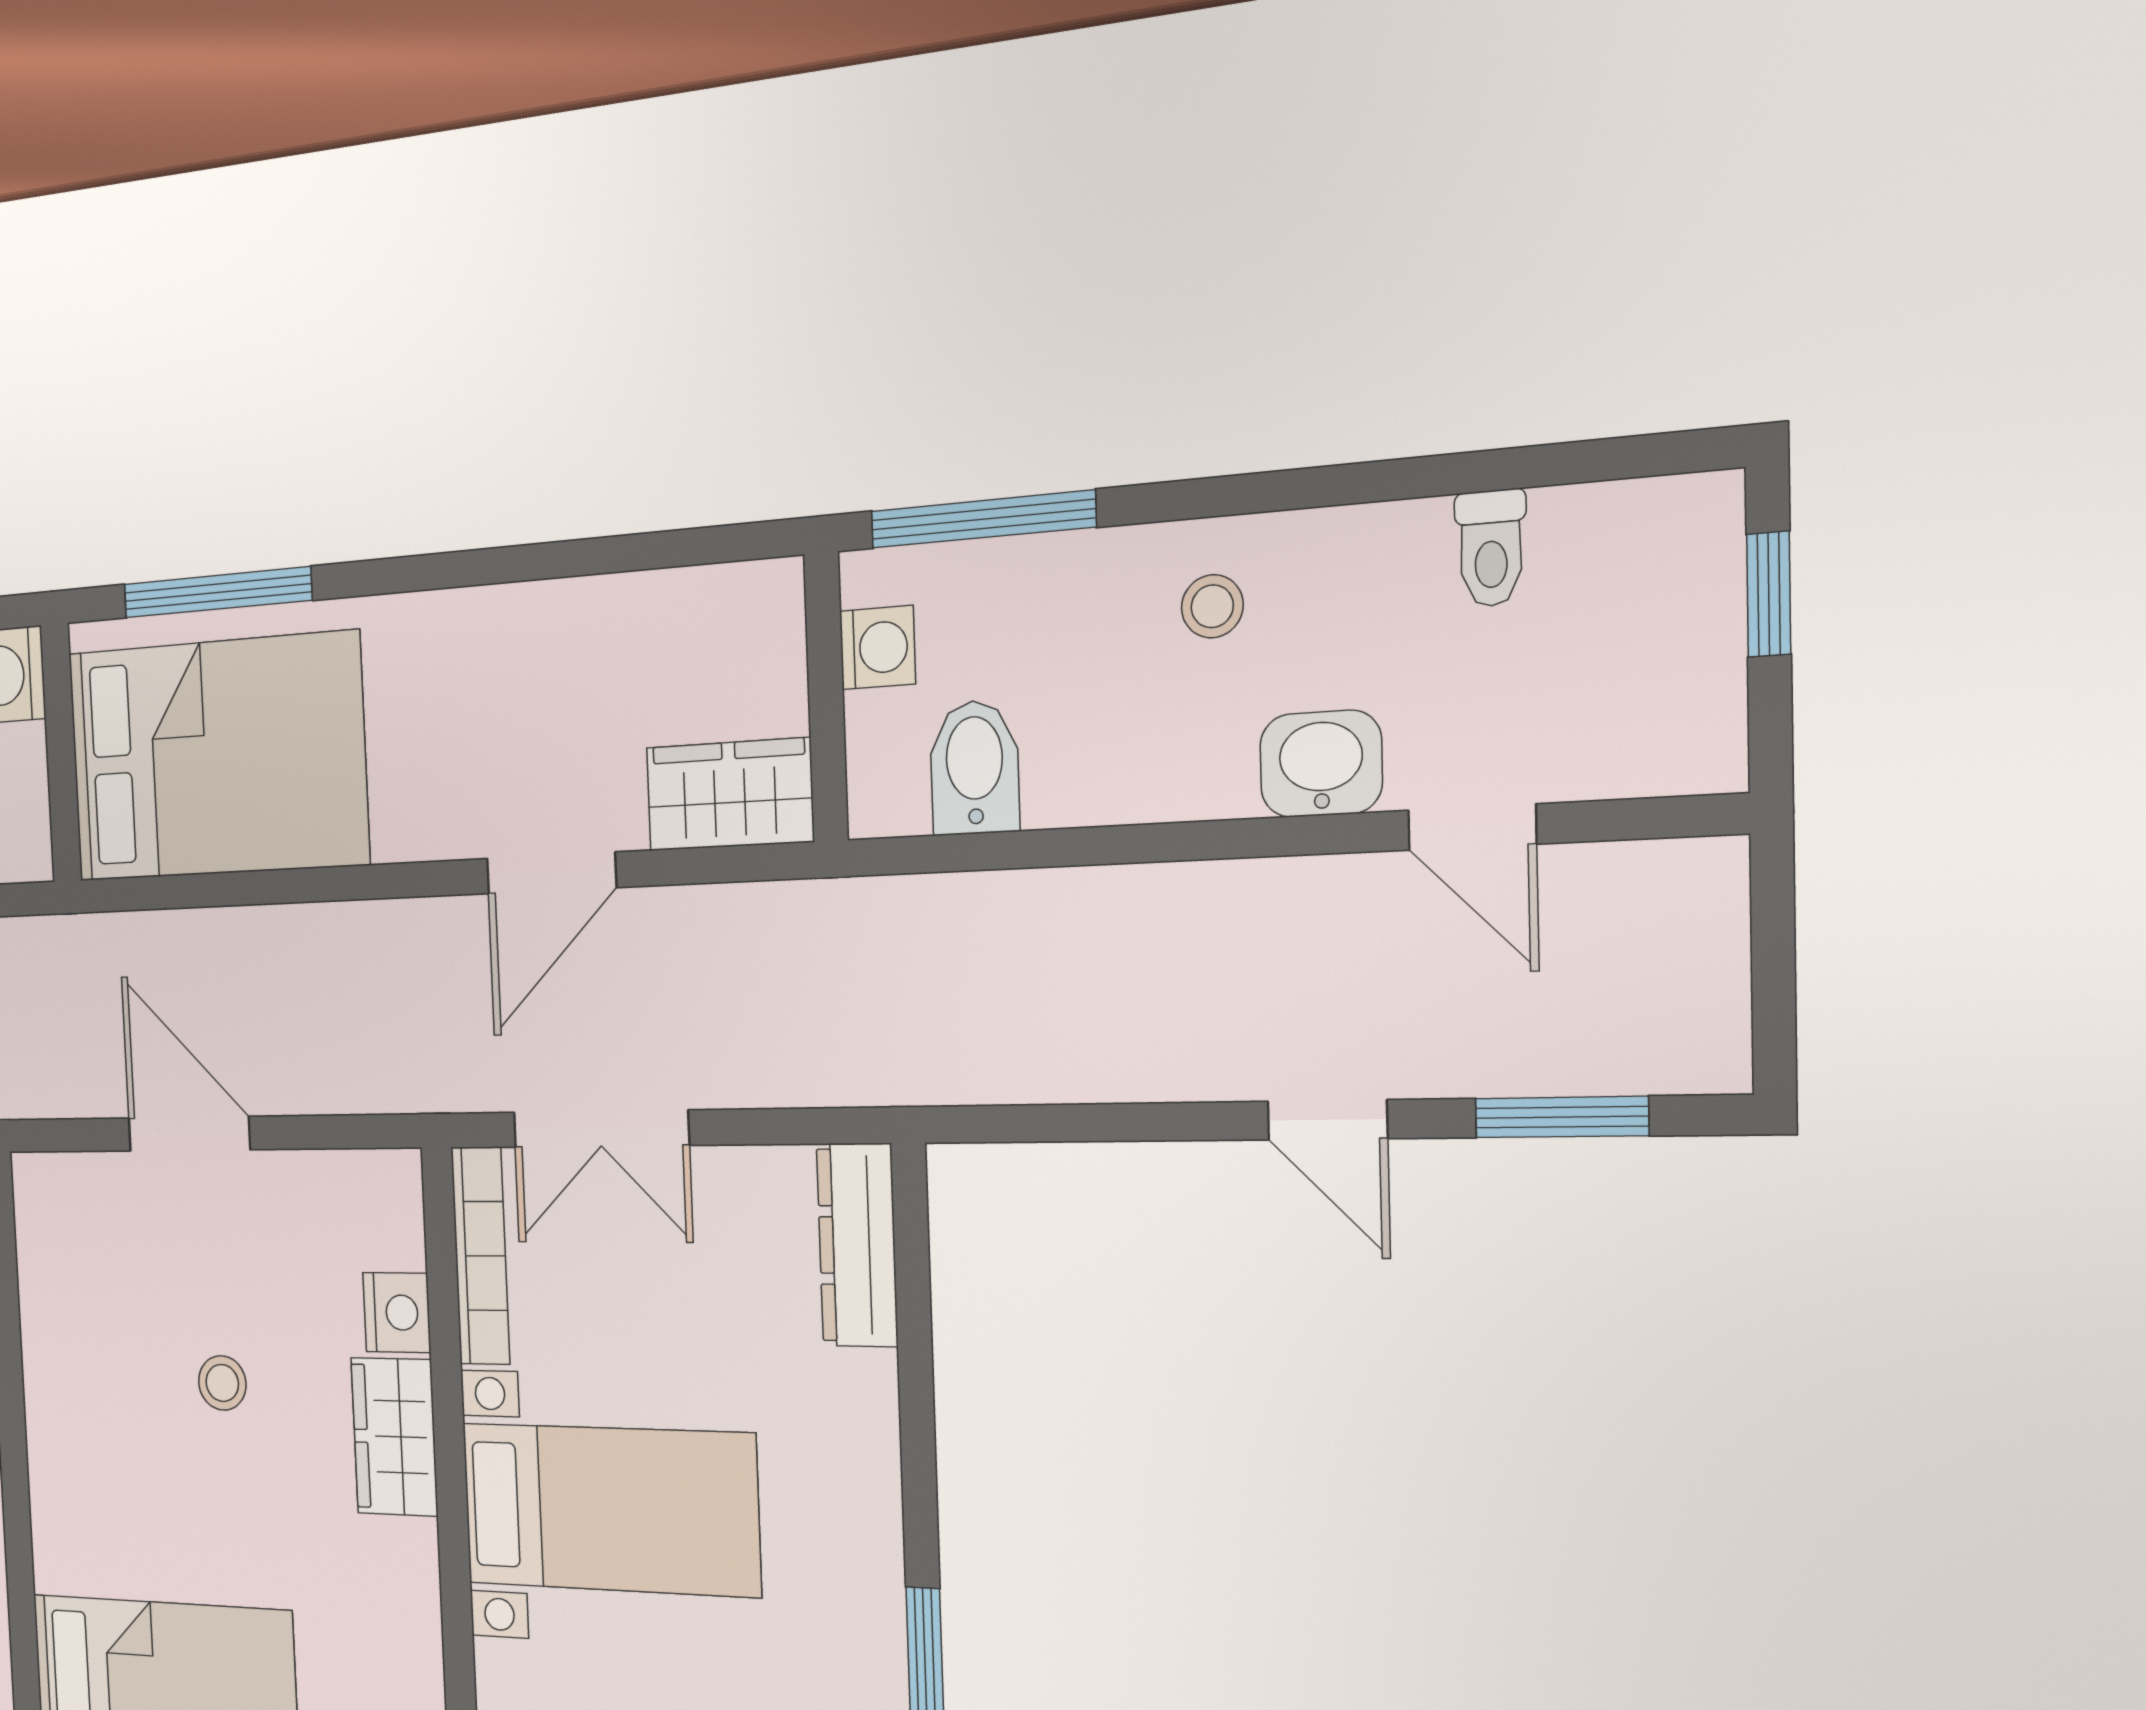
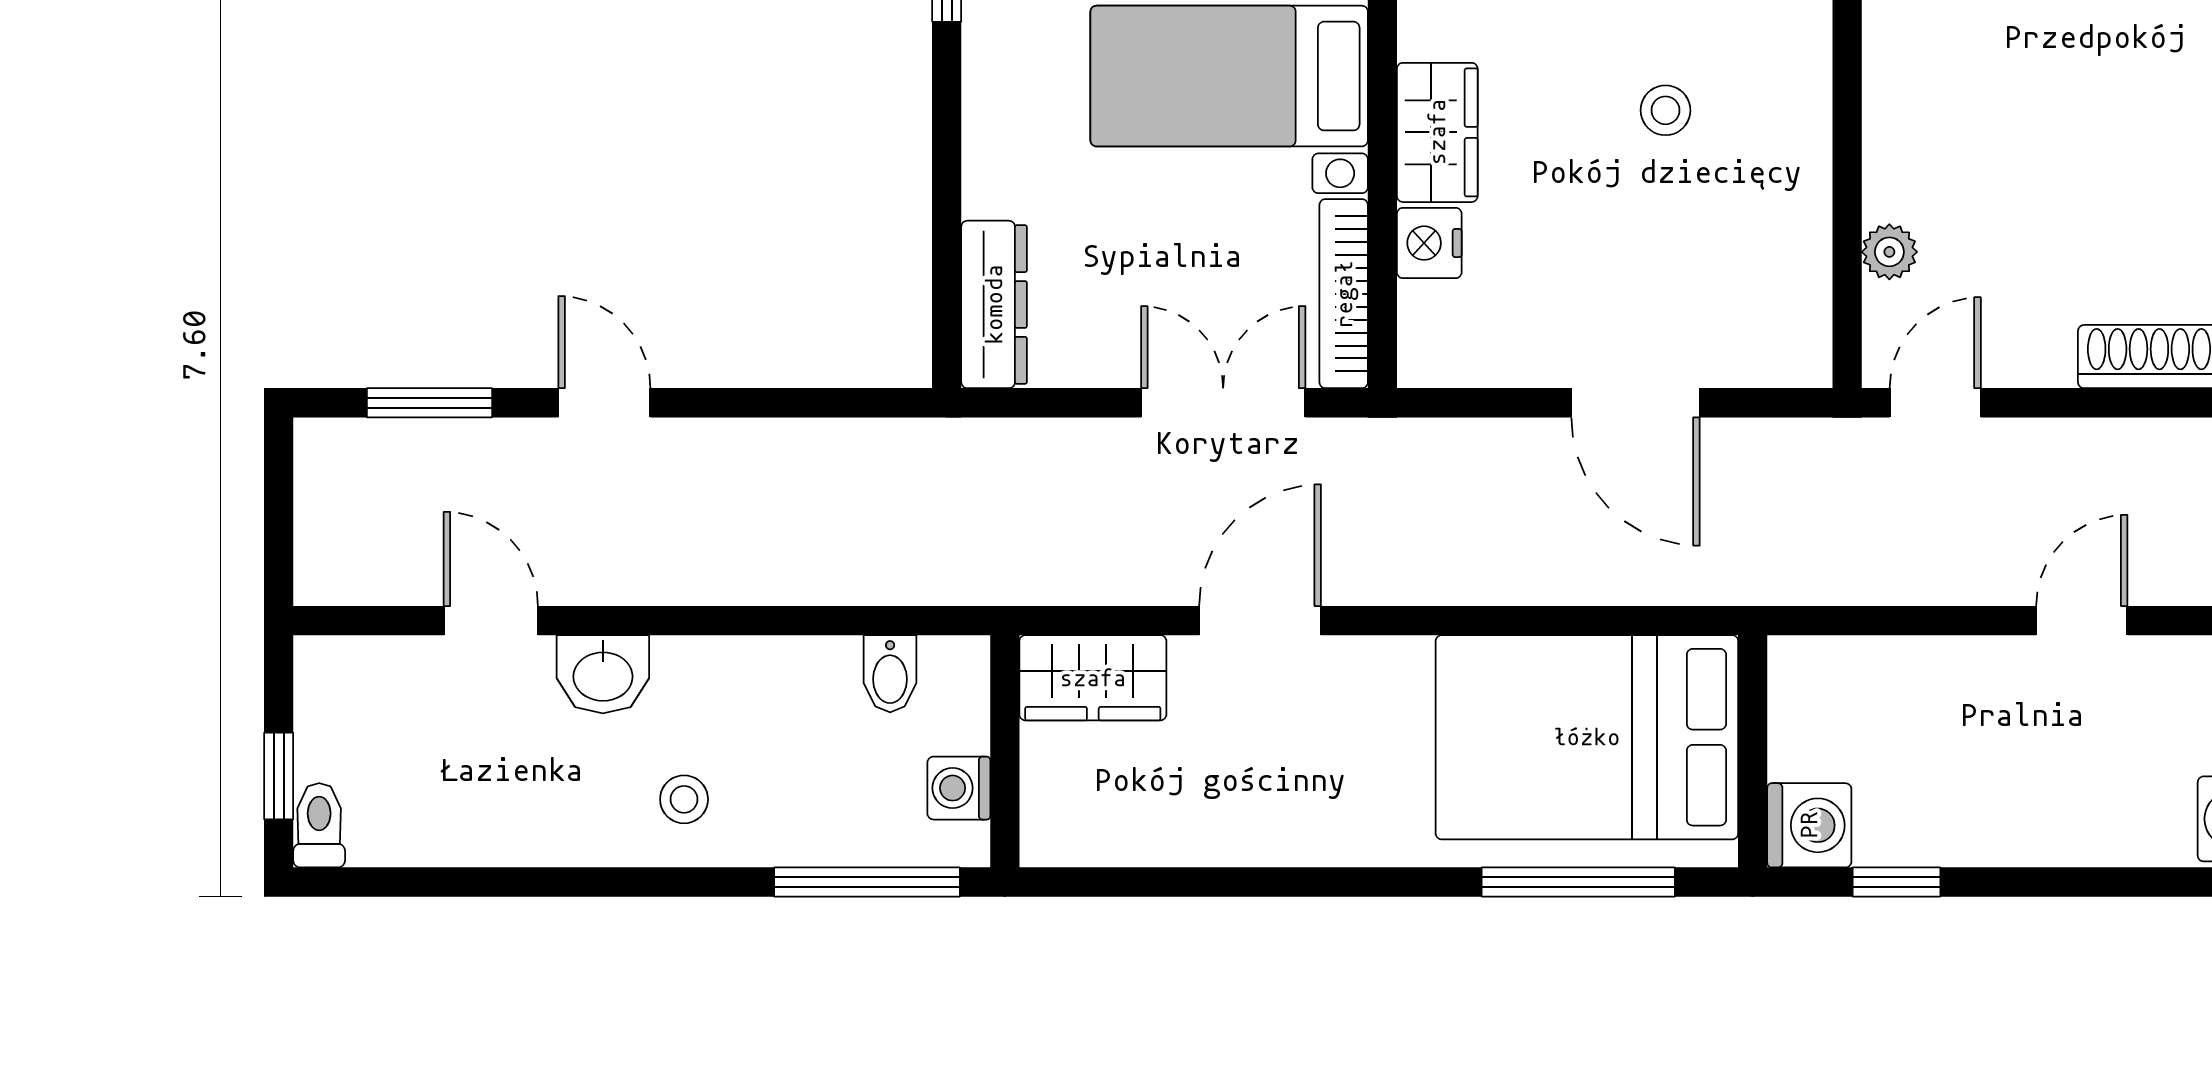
toilet: (1491, 548) -> (319, 825), moved
bidet: (975, 767) -> (890, 674), width x0.72, depth x0.74
stool: (222, 1383) -> (1666, 110), moved

